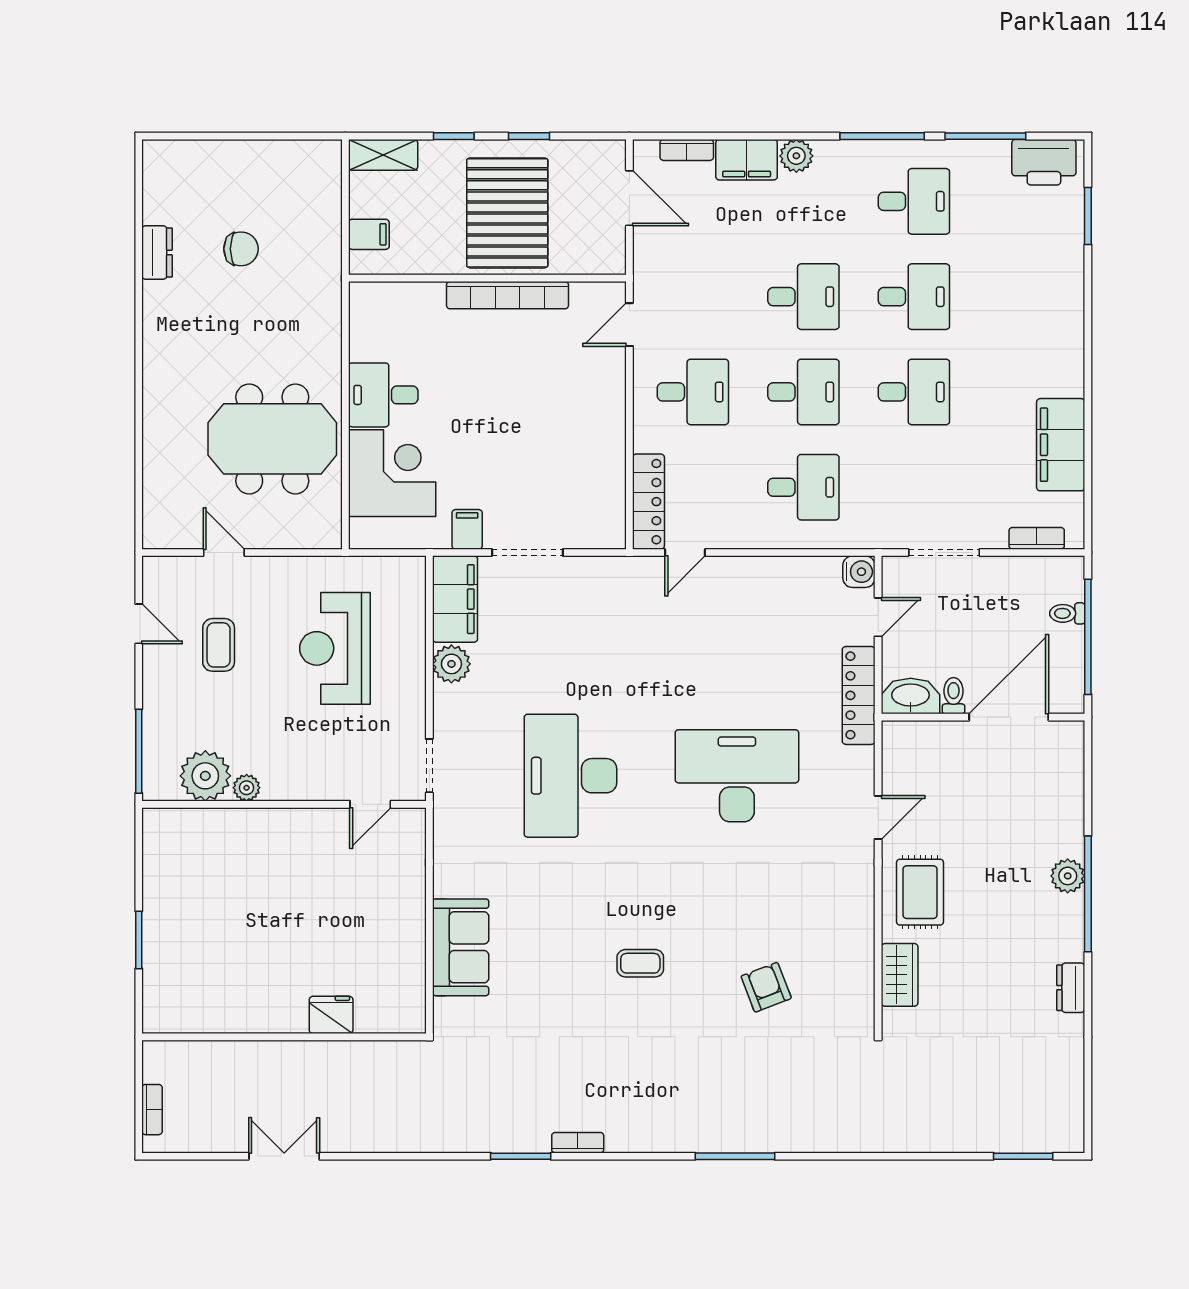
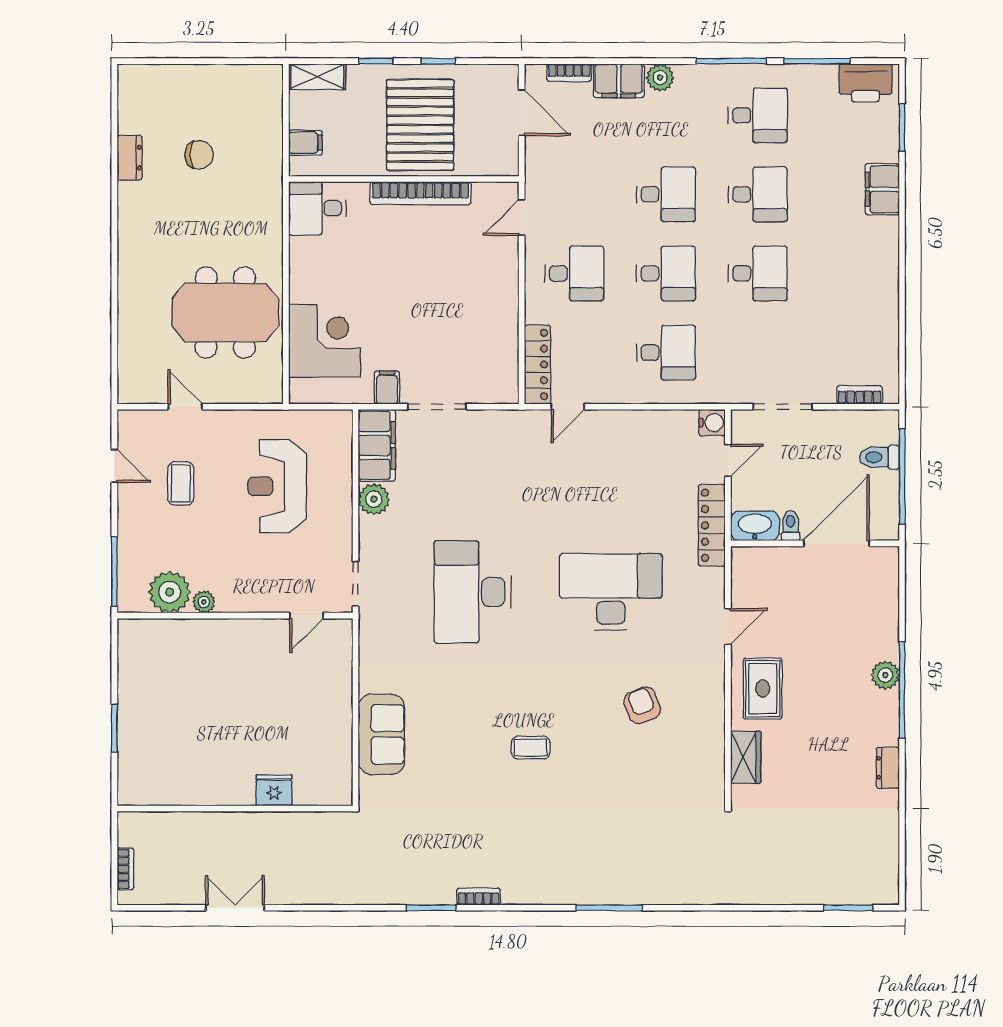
desk: (383, 395) -> (317, 208), moved
filing cabinet: (1061, 445) -> (882, 189), moved, width x0.67, depth x0.86
toilet: (1067, 613) -> (879, 457), width x1.37, depth x1.39
armchair: (766, 987) -> (642, 705), moved

